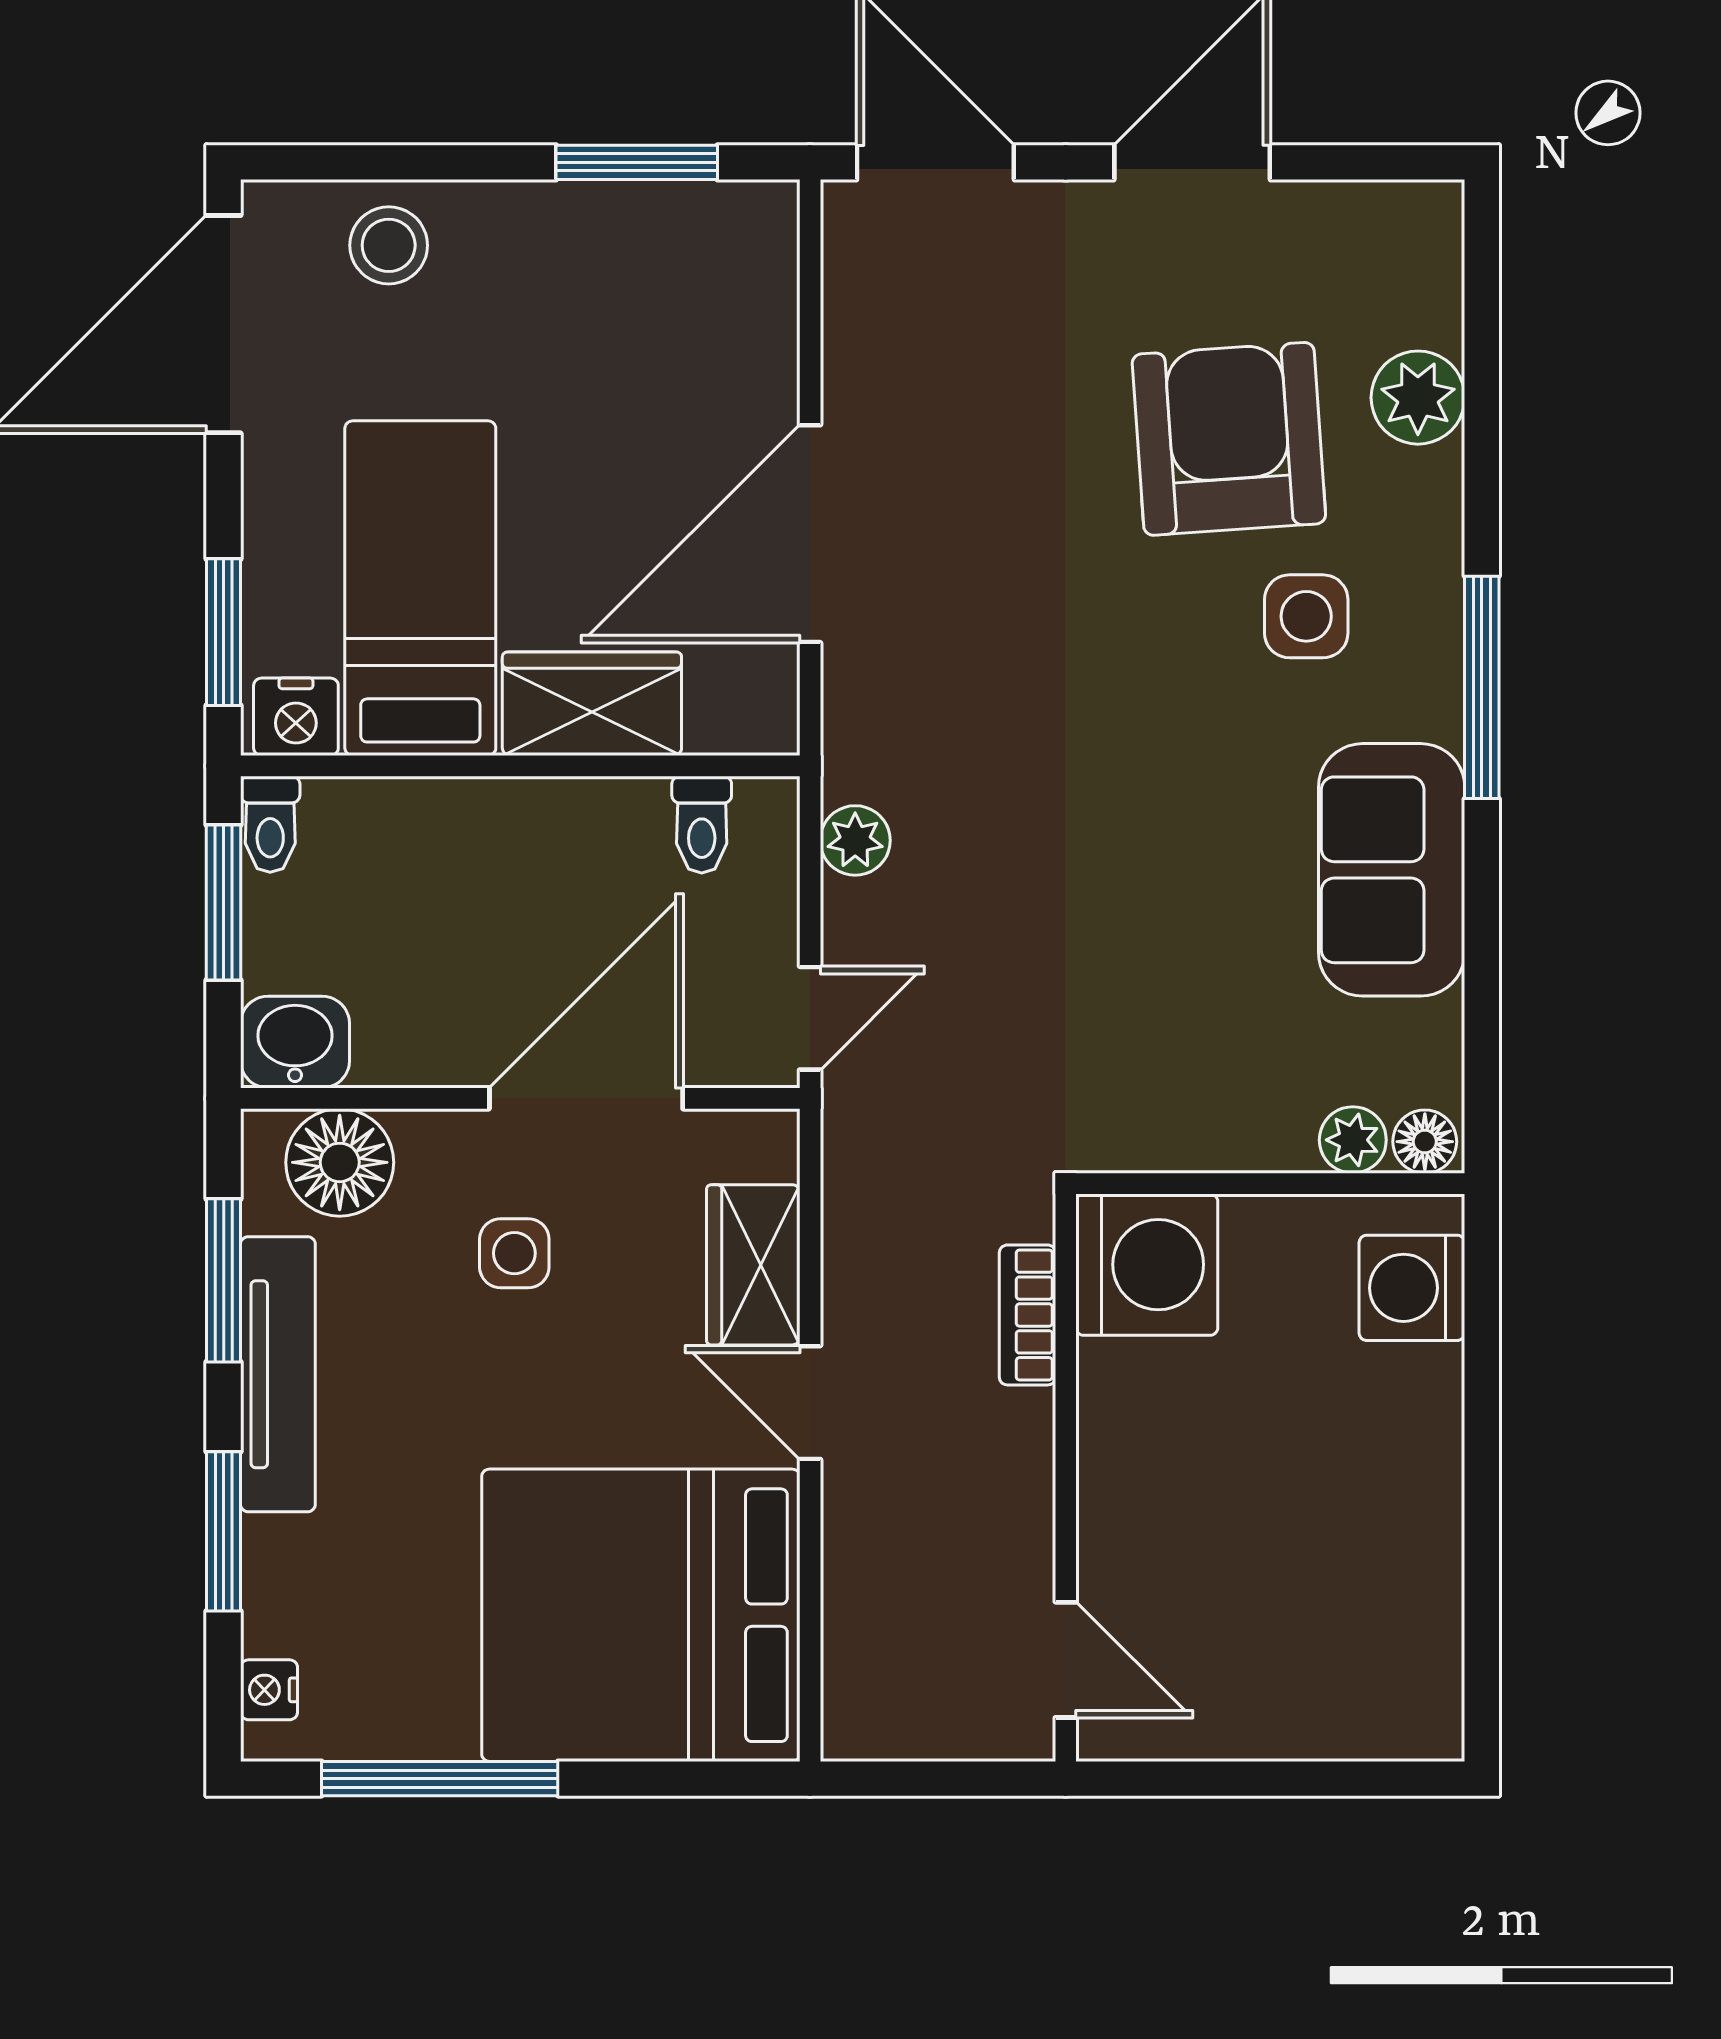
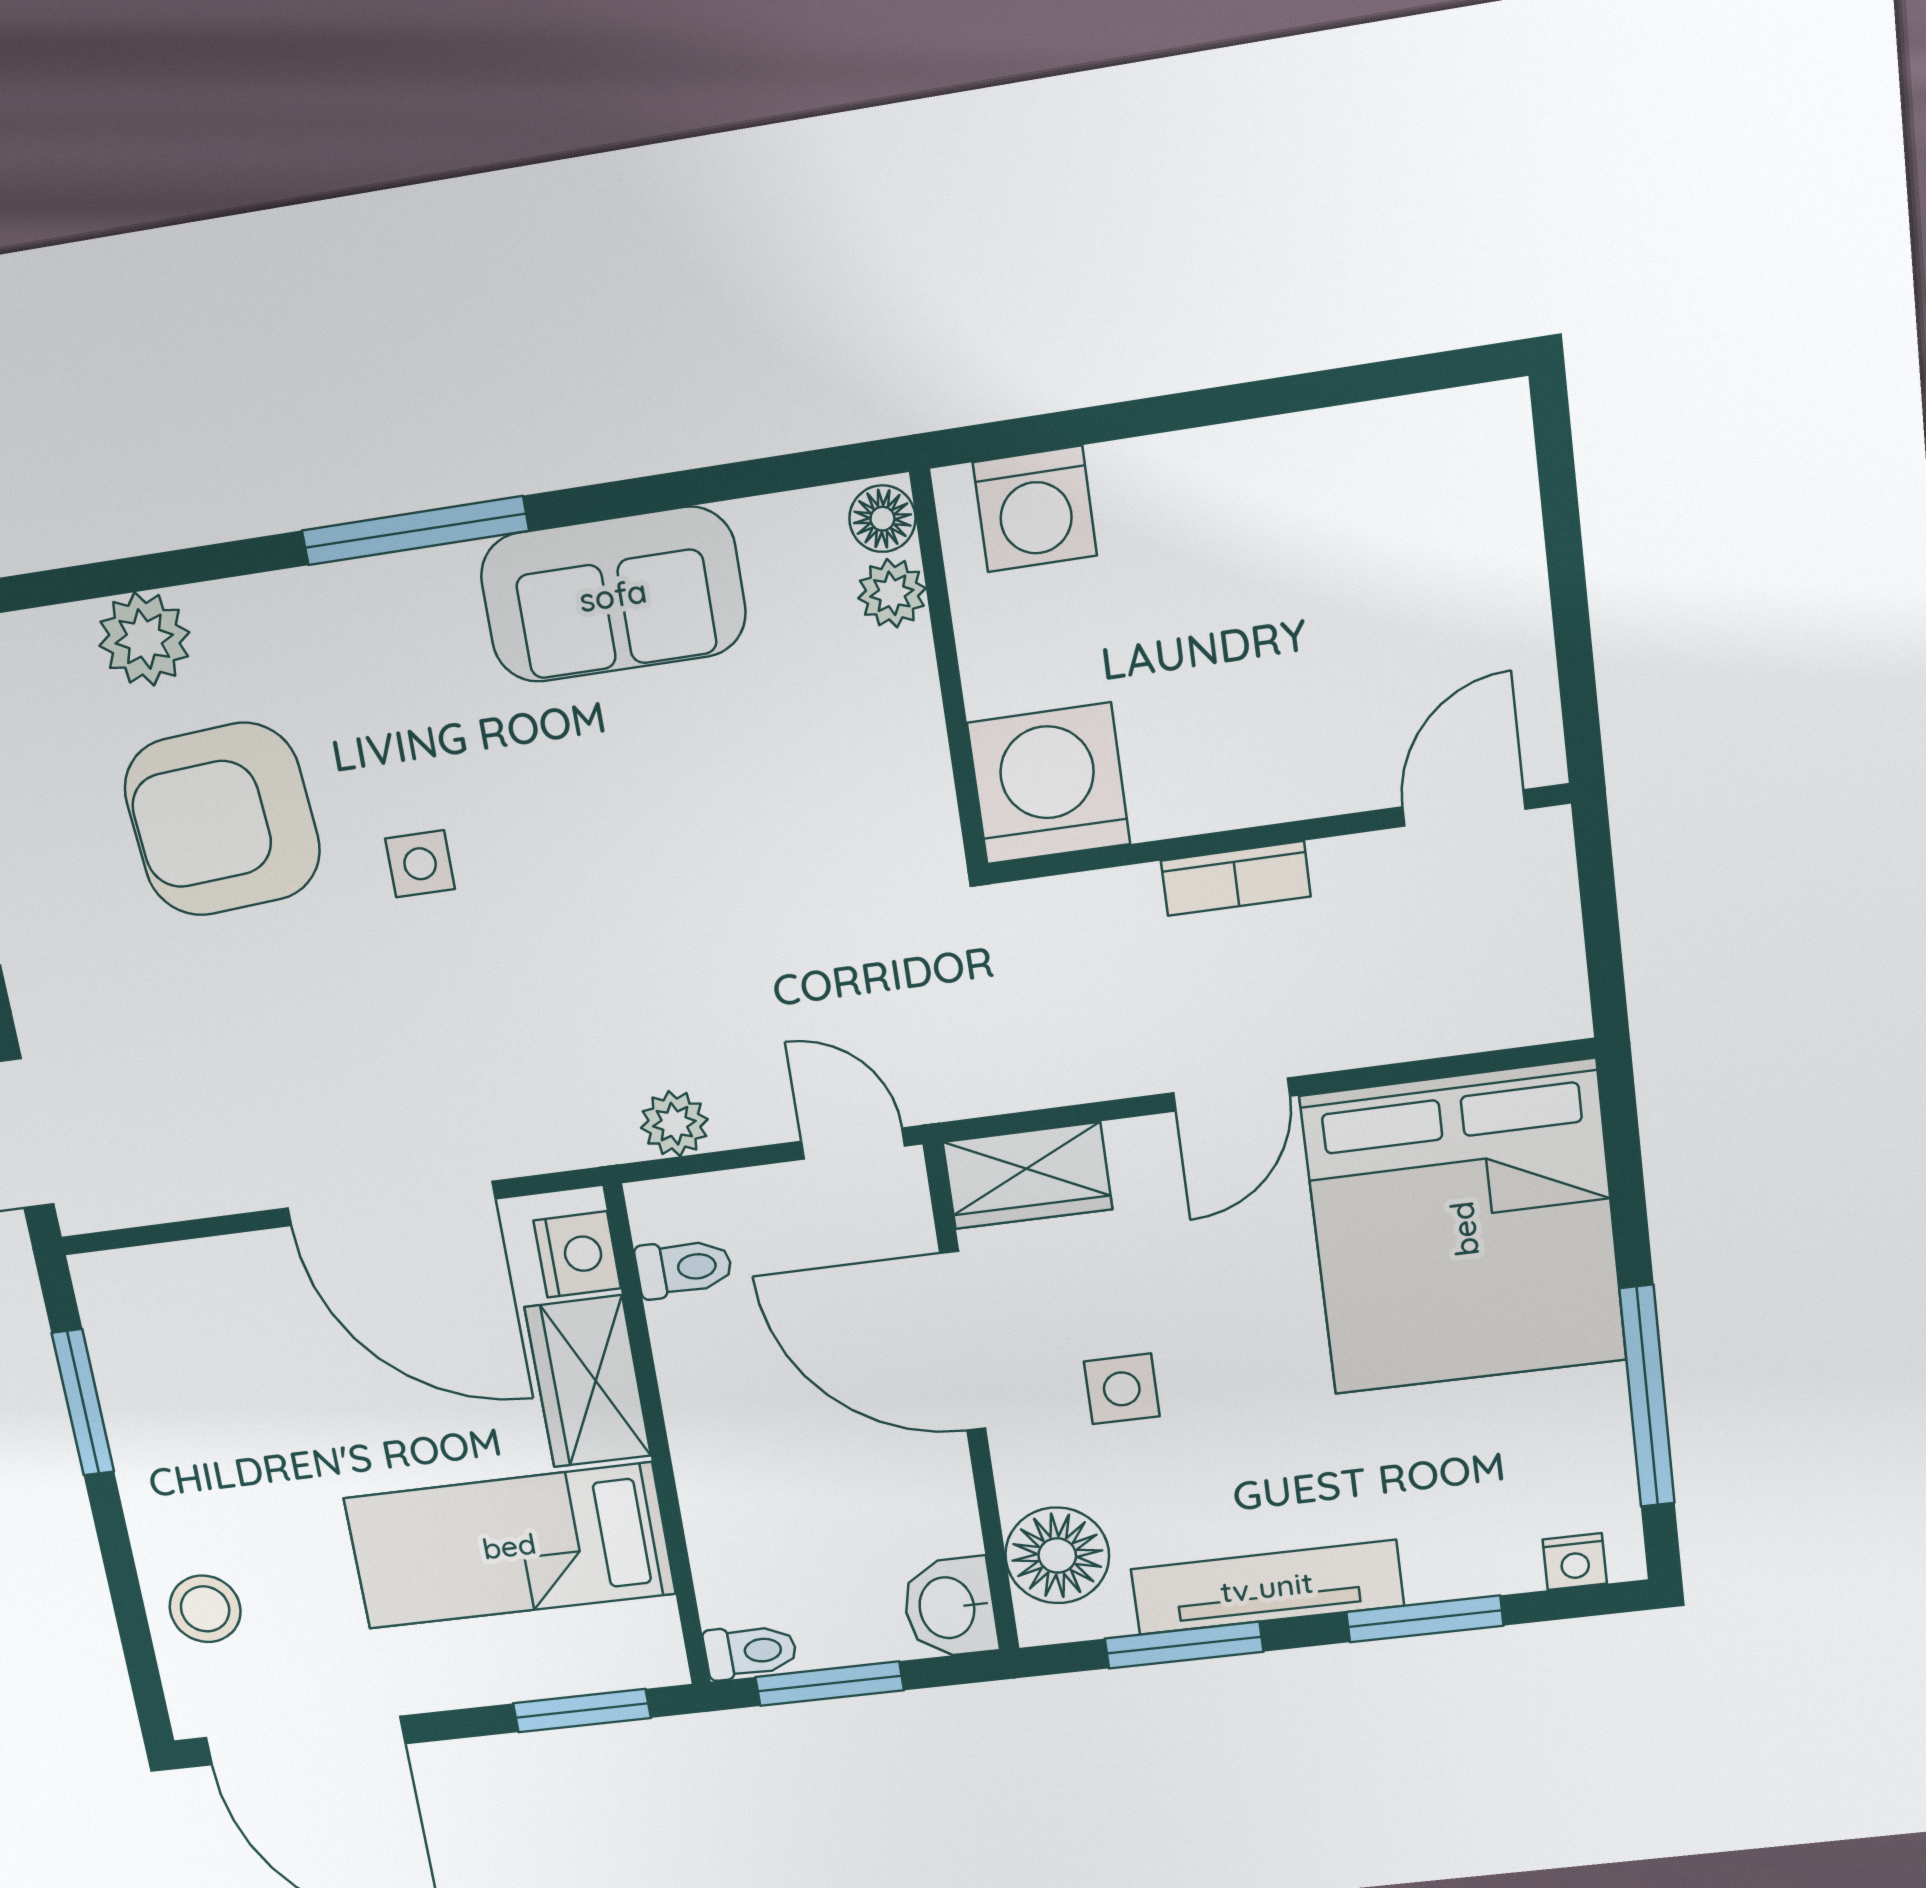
side table: (1306, 616) -> (420, 864), moved, width x0.73, depth x0.73
nightstand: (296, 717) -> (577, 1254), moved
wardrobe: (753, 1265) -> (1027, 1176), moved
bookcase: (1028, 1315) -> (1236, 879), moved

